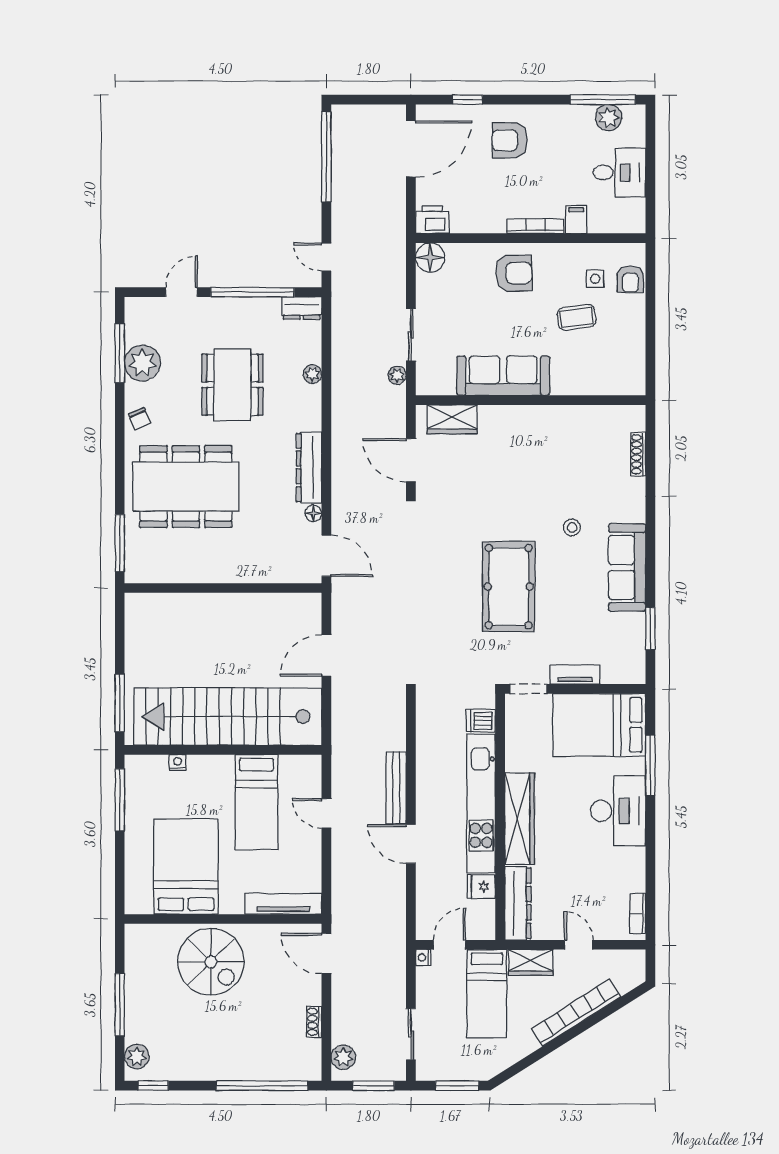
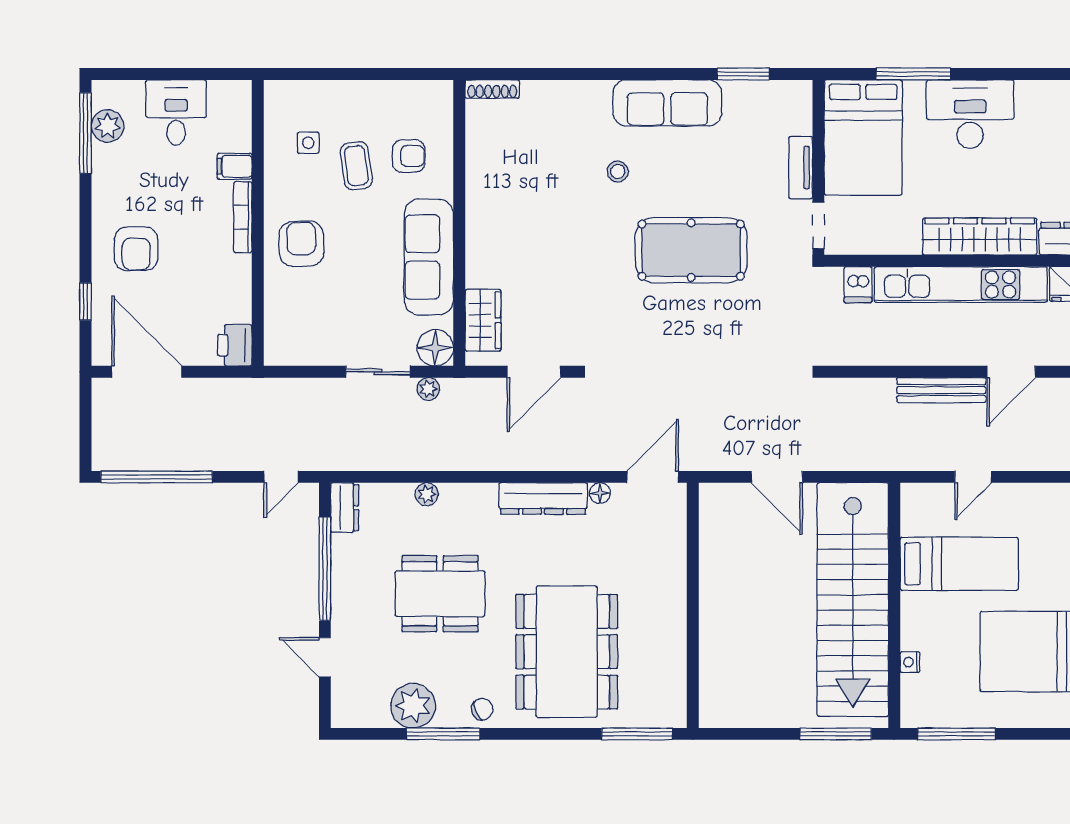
floor lamp: (430, 257) -> (435, 348), moved
armchair: (630, 279) -> (409, 156), moved
window: (120, 353) -> (443, 734), moved
shoe rack: (638, 454) -> (492, 89), moved

